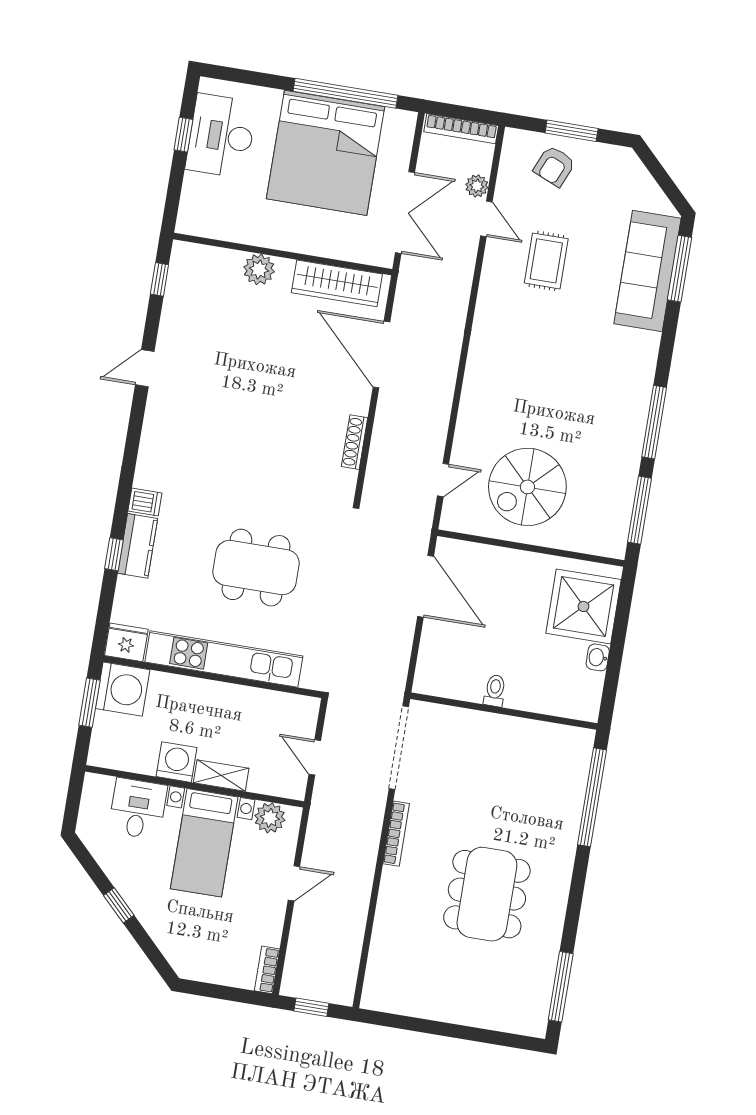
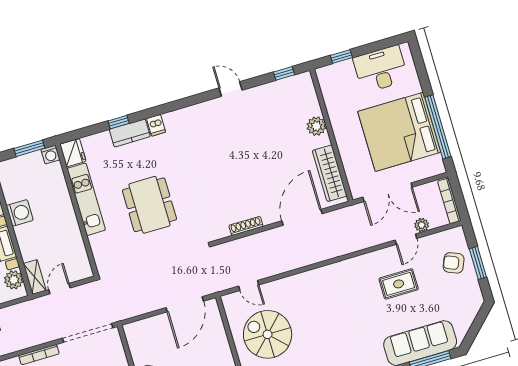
window: (183, 135) -> (341, 57), moved
kitchen unit: (224, 659) -> (86, 199), width x0.73
washing machine: (123, 689) -> (50, 155), width x0.53, depth x0.53
shelving: (221, 776) -> (35, 277), moved

